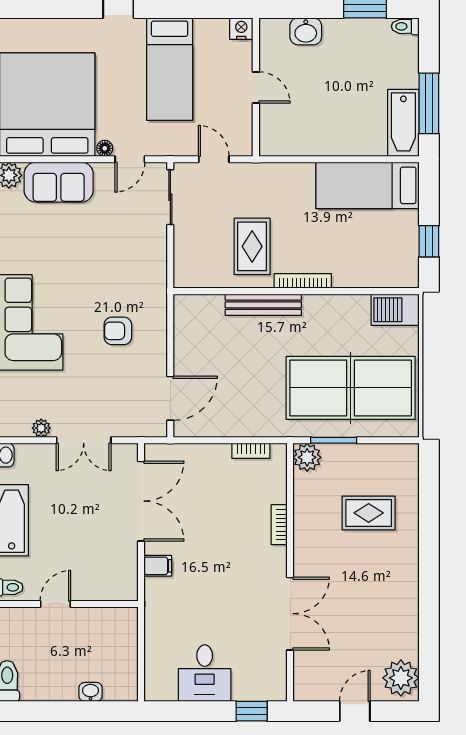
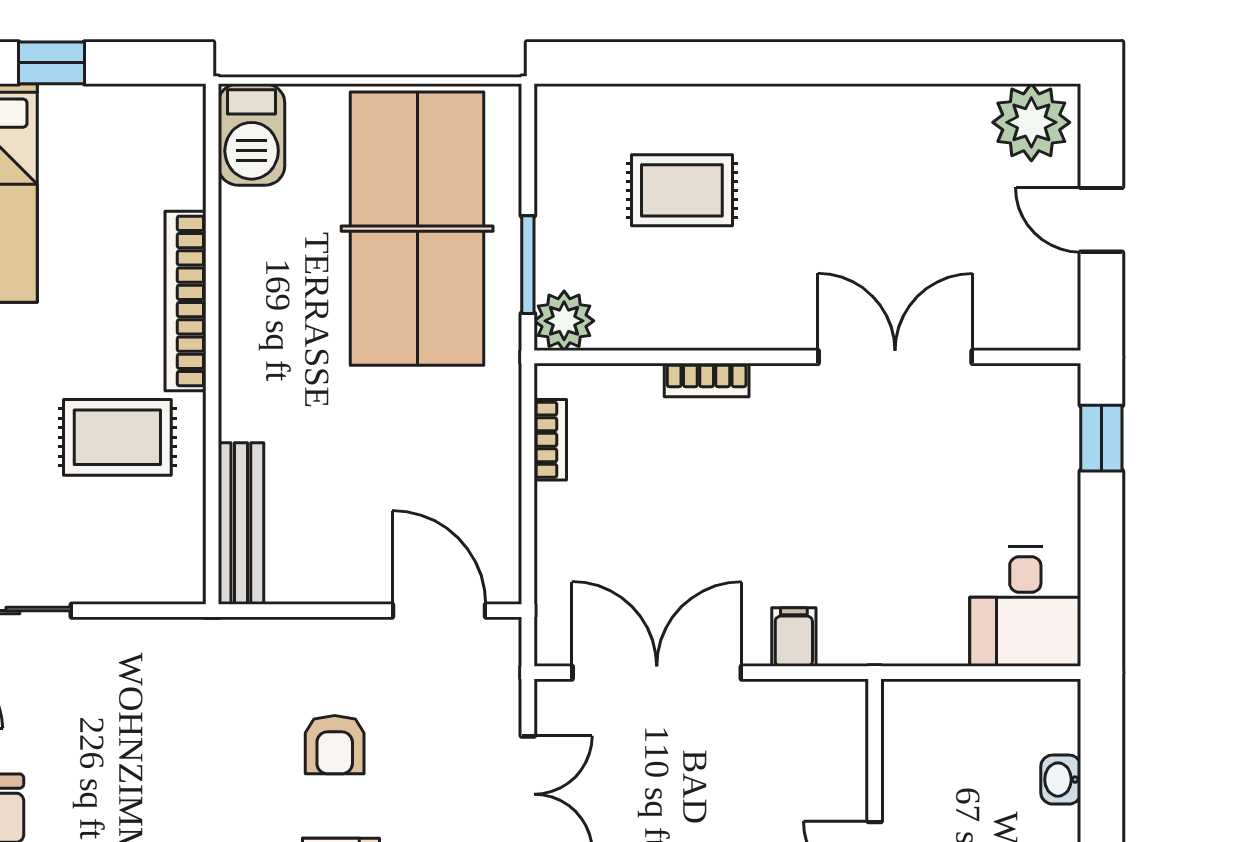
window: (429, 241) -> (52, 63), moved
bookcase: (303, 281) -> (185, 301), width x1.48, depth x1.31
bench: (263, 305) -> (241, 524), moved
armchair: (118, 331) -> (335, 745), moved
rug: (369, 513) -> (682, 190), turned 90
desk: (205, 673) -> (1025, 607), moved, turned 90

